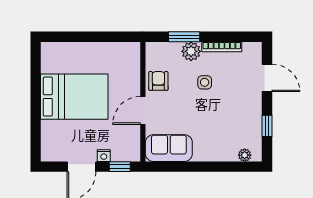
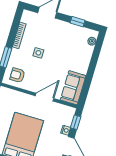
plant: (191, 51) -> (16, 56), removed
armchair: (158, 81) -> (17, 75), moved
door: (143, 110) -> (45, 97), swing flipped

